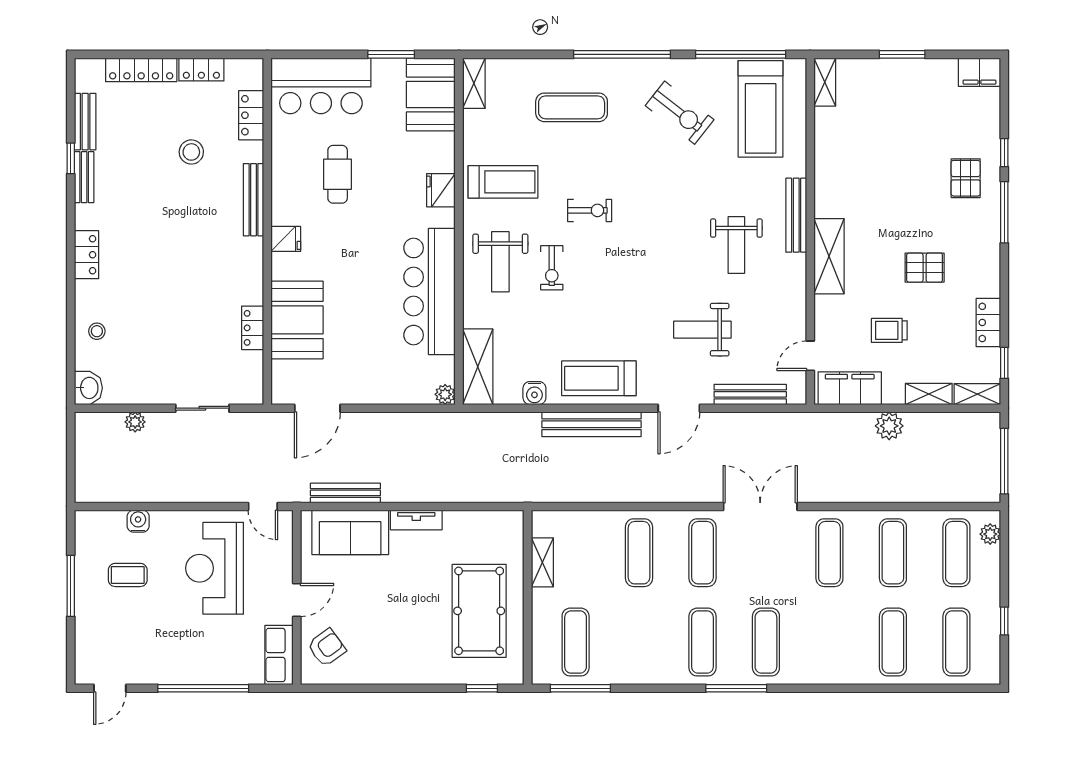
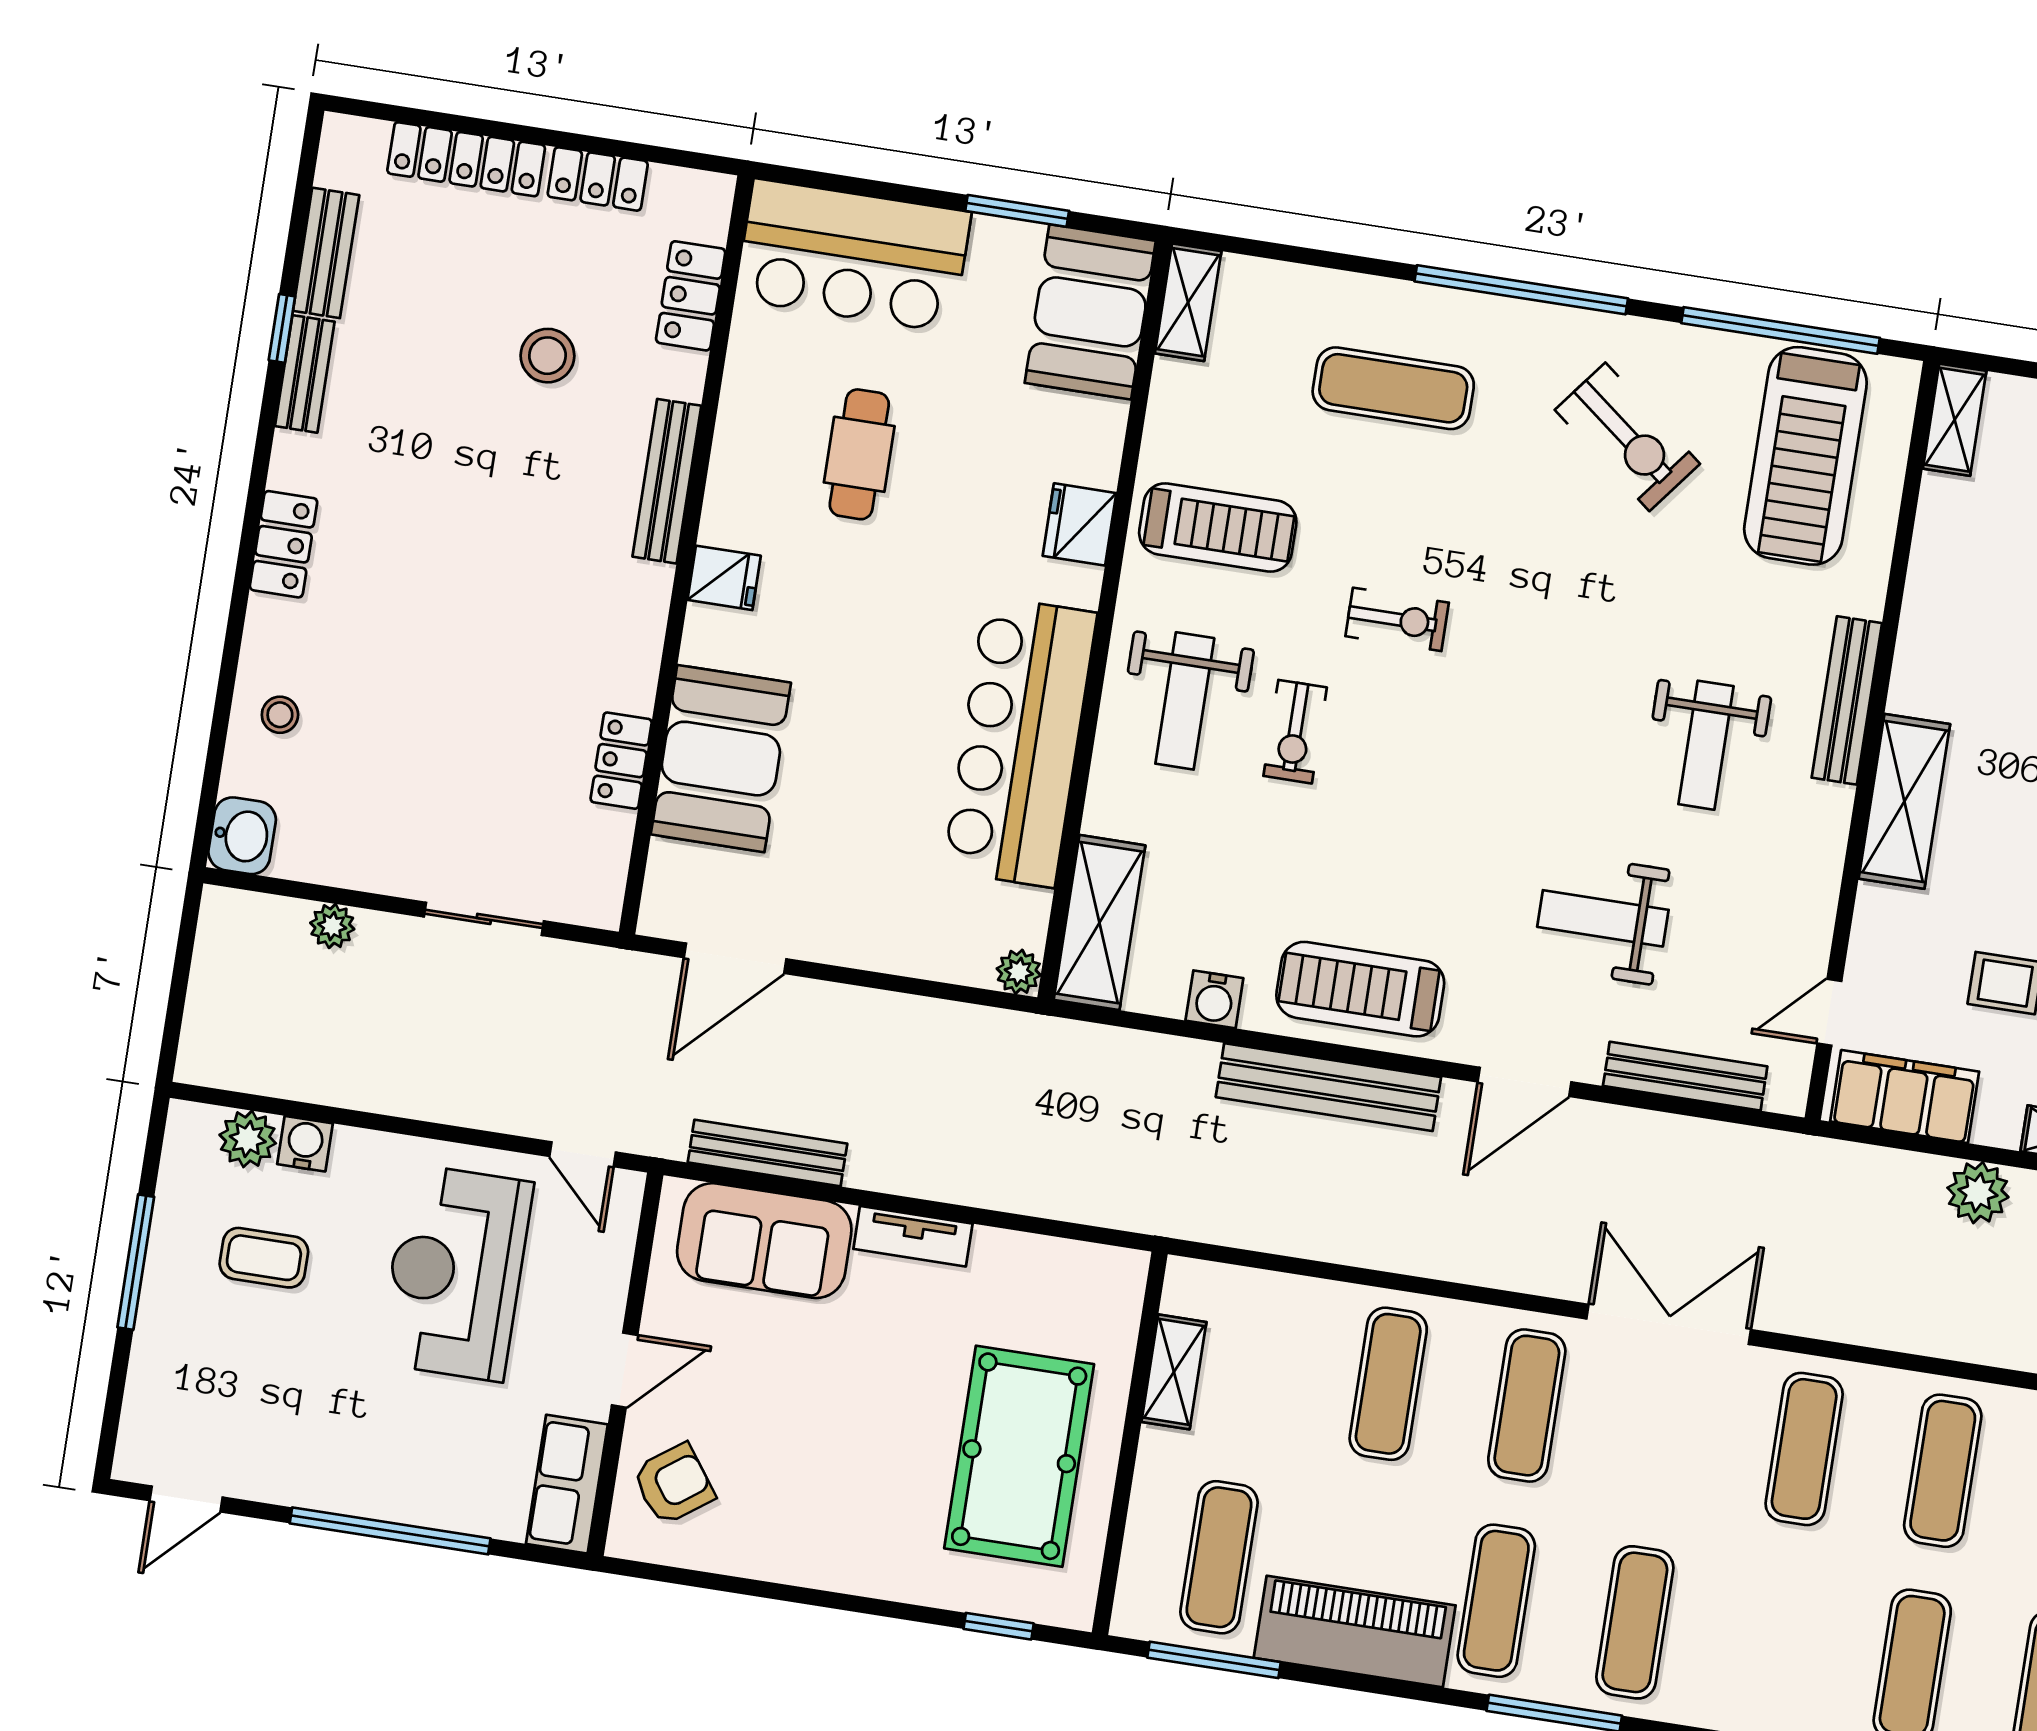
plant: (112, 523) -> (248, 1139), added
piano: (641, 666) -> (1355, 1632), added

